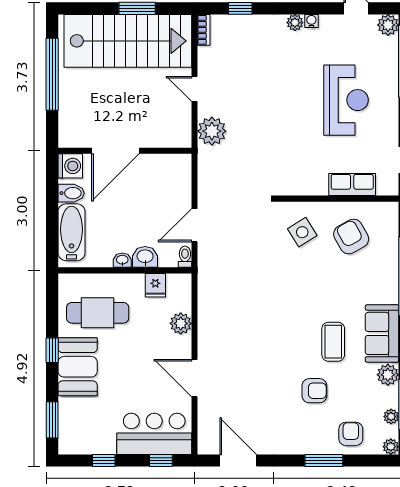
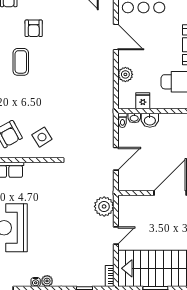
door: (194, 89) -> (116, 235), hinge flipped
door: (194, 225) -> (116, 159), moved
washbasin: (122, 260) -> (134, 118), moved
armchair: (314, 391) -> (34, 28), turned -90

